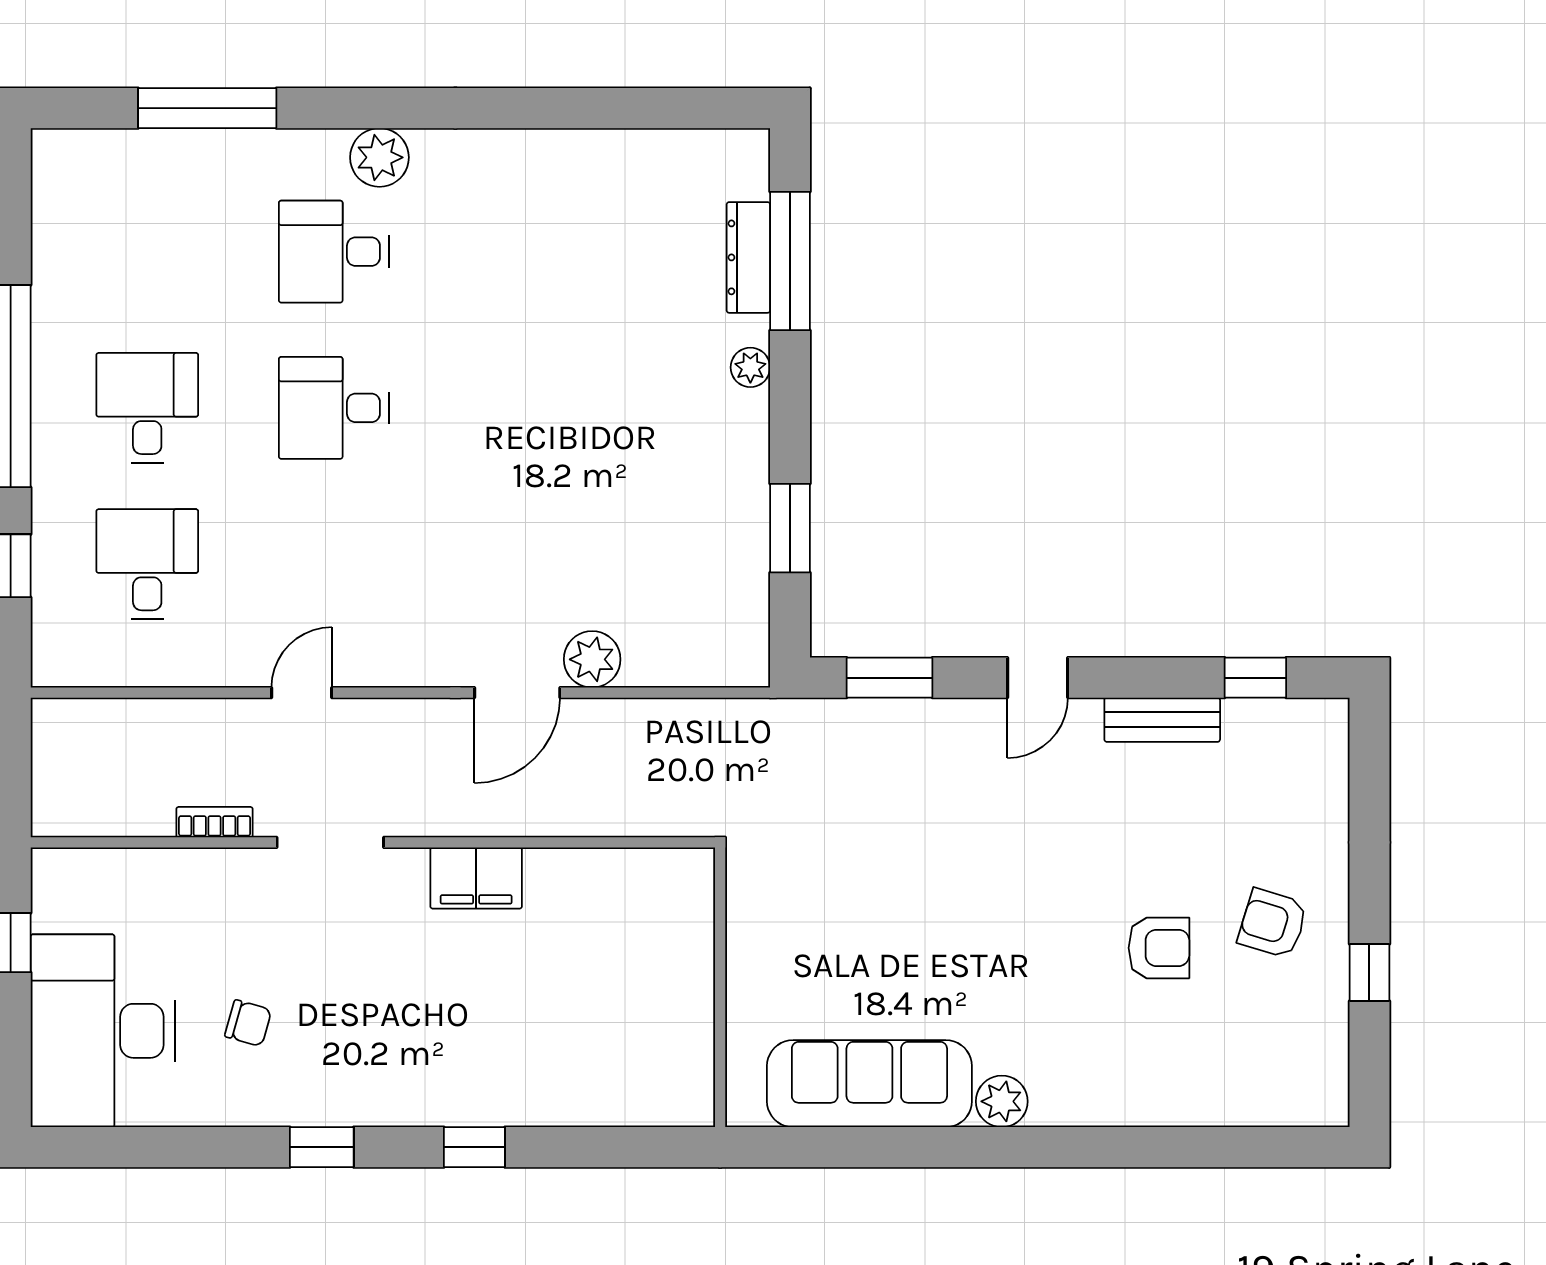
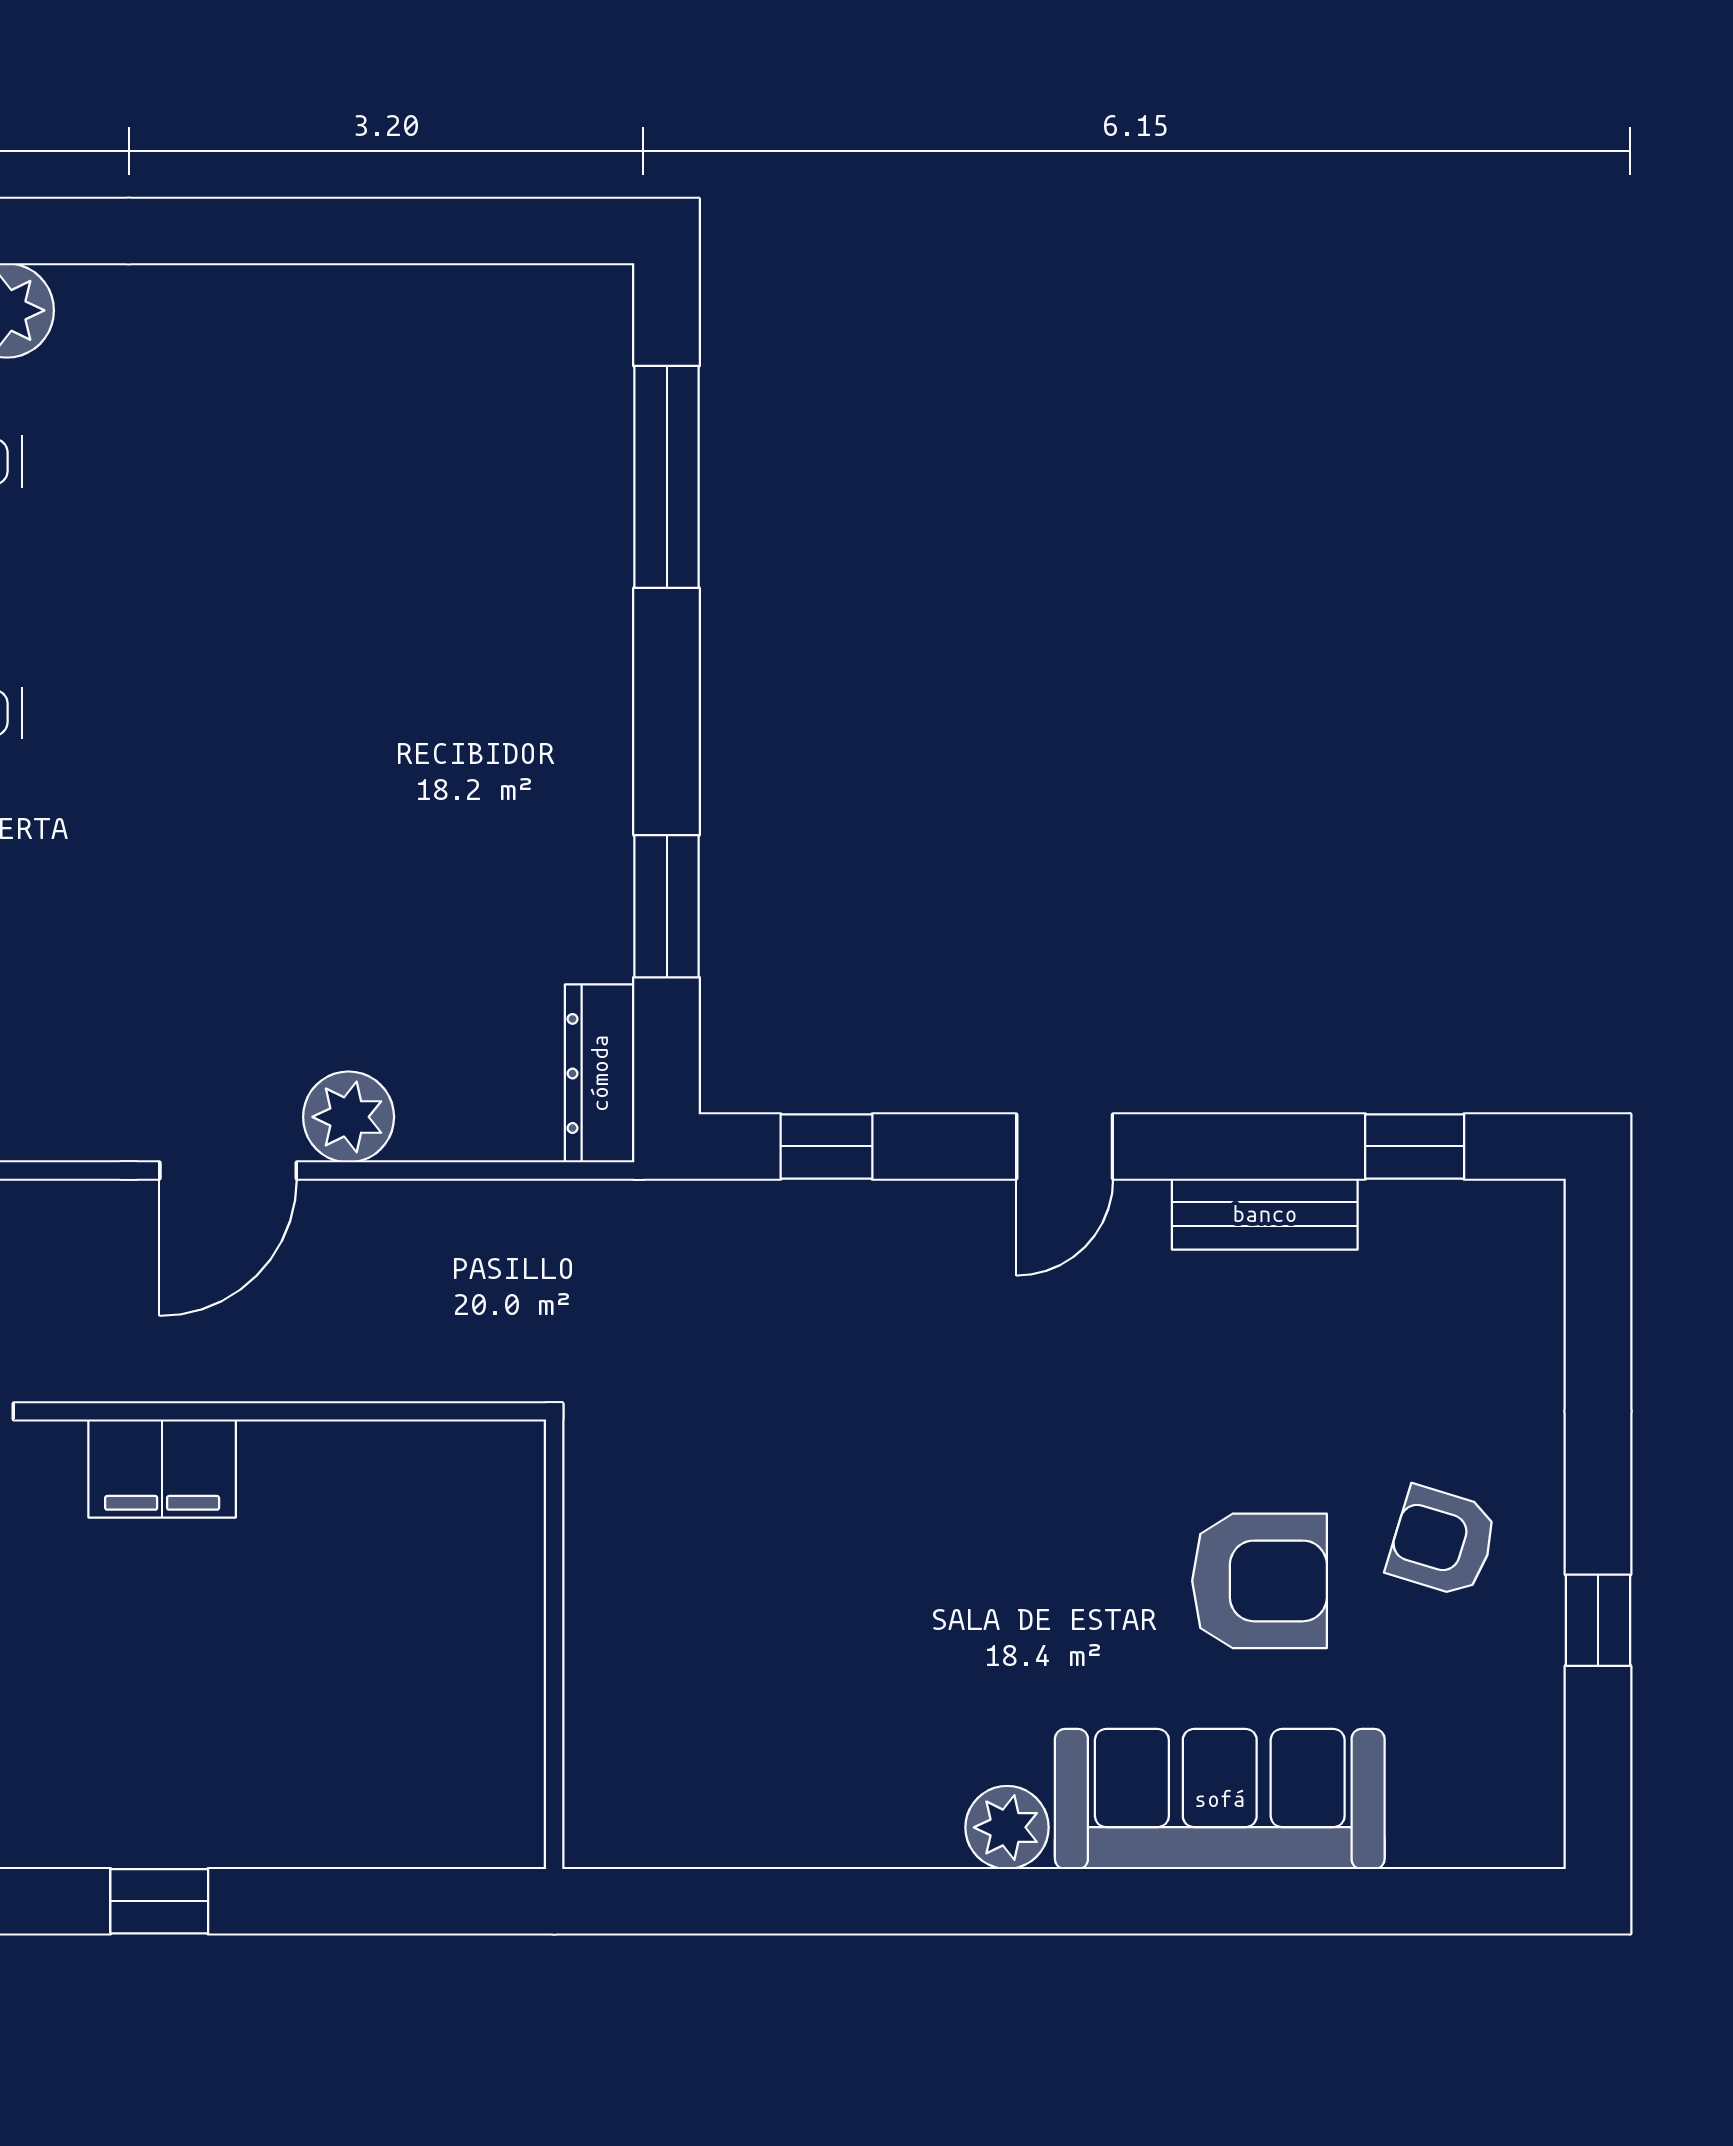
dresser: (748, 257) -> (600, 1073), moved
plant: (750, 367) -> (603, 648), removed
window: (890, 678) -> (827, 1146), width x0.67
armchair: (1159, 948) -> (1260, 1581), width x1.38, depth x1.38
sofa: (869, 1084) -> (1220, 1799), moved

